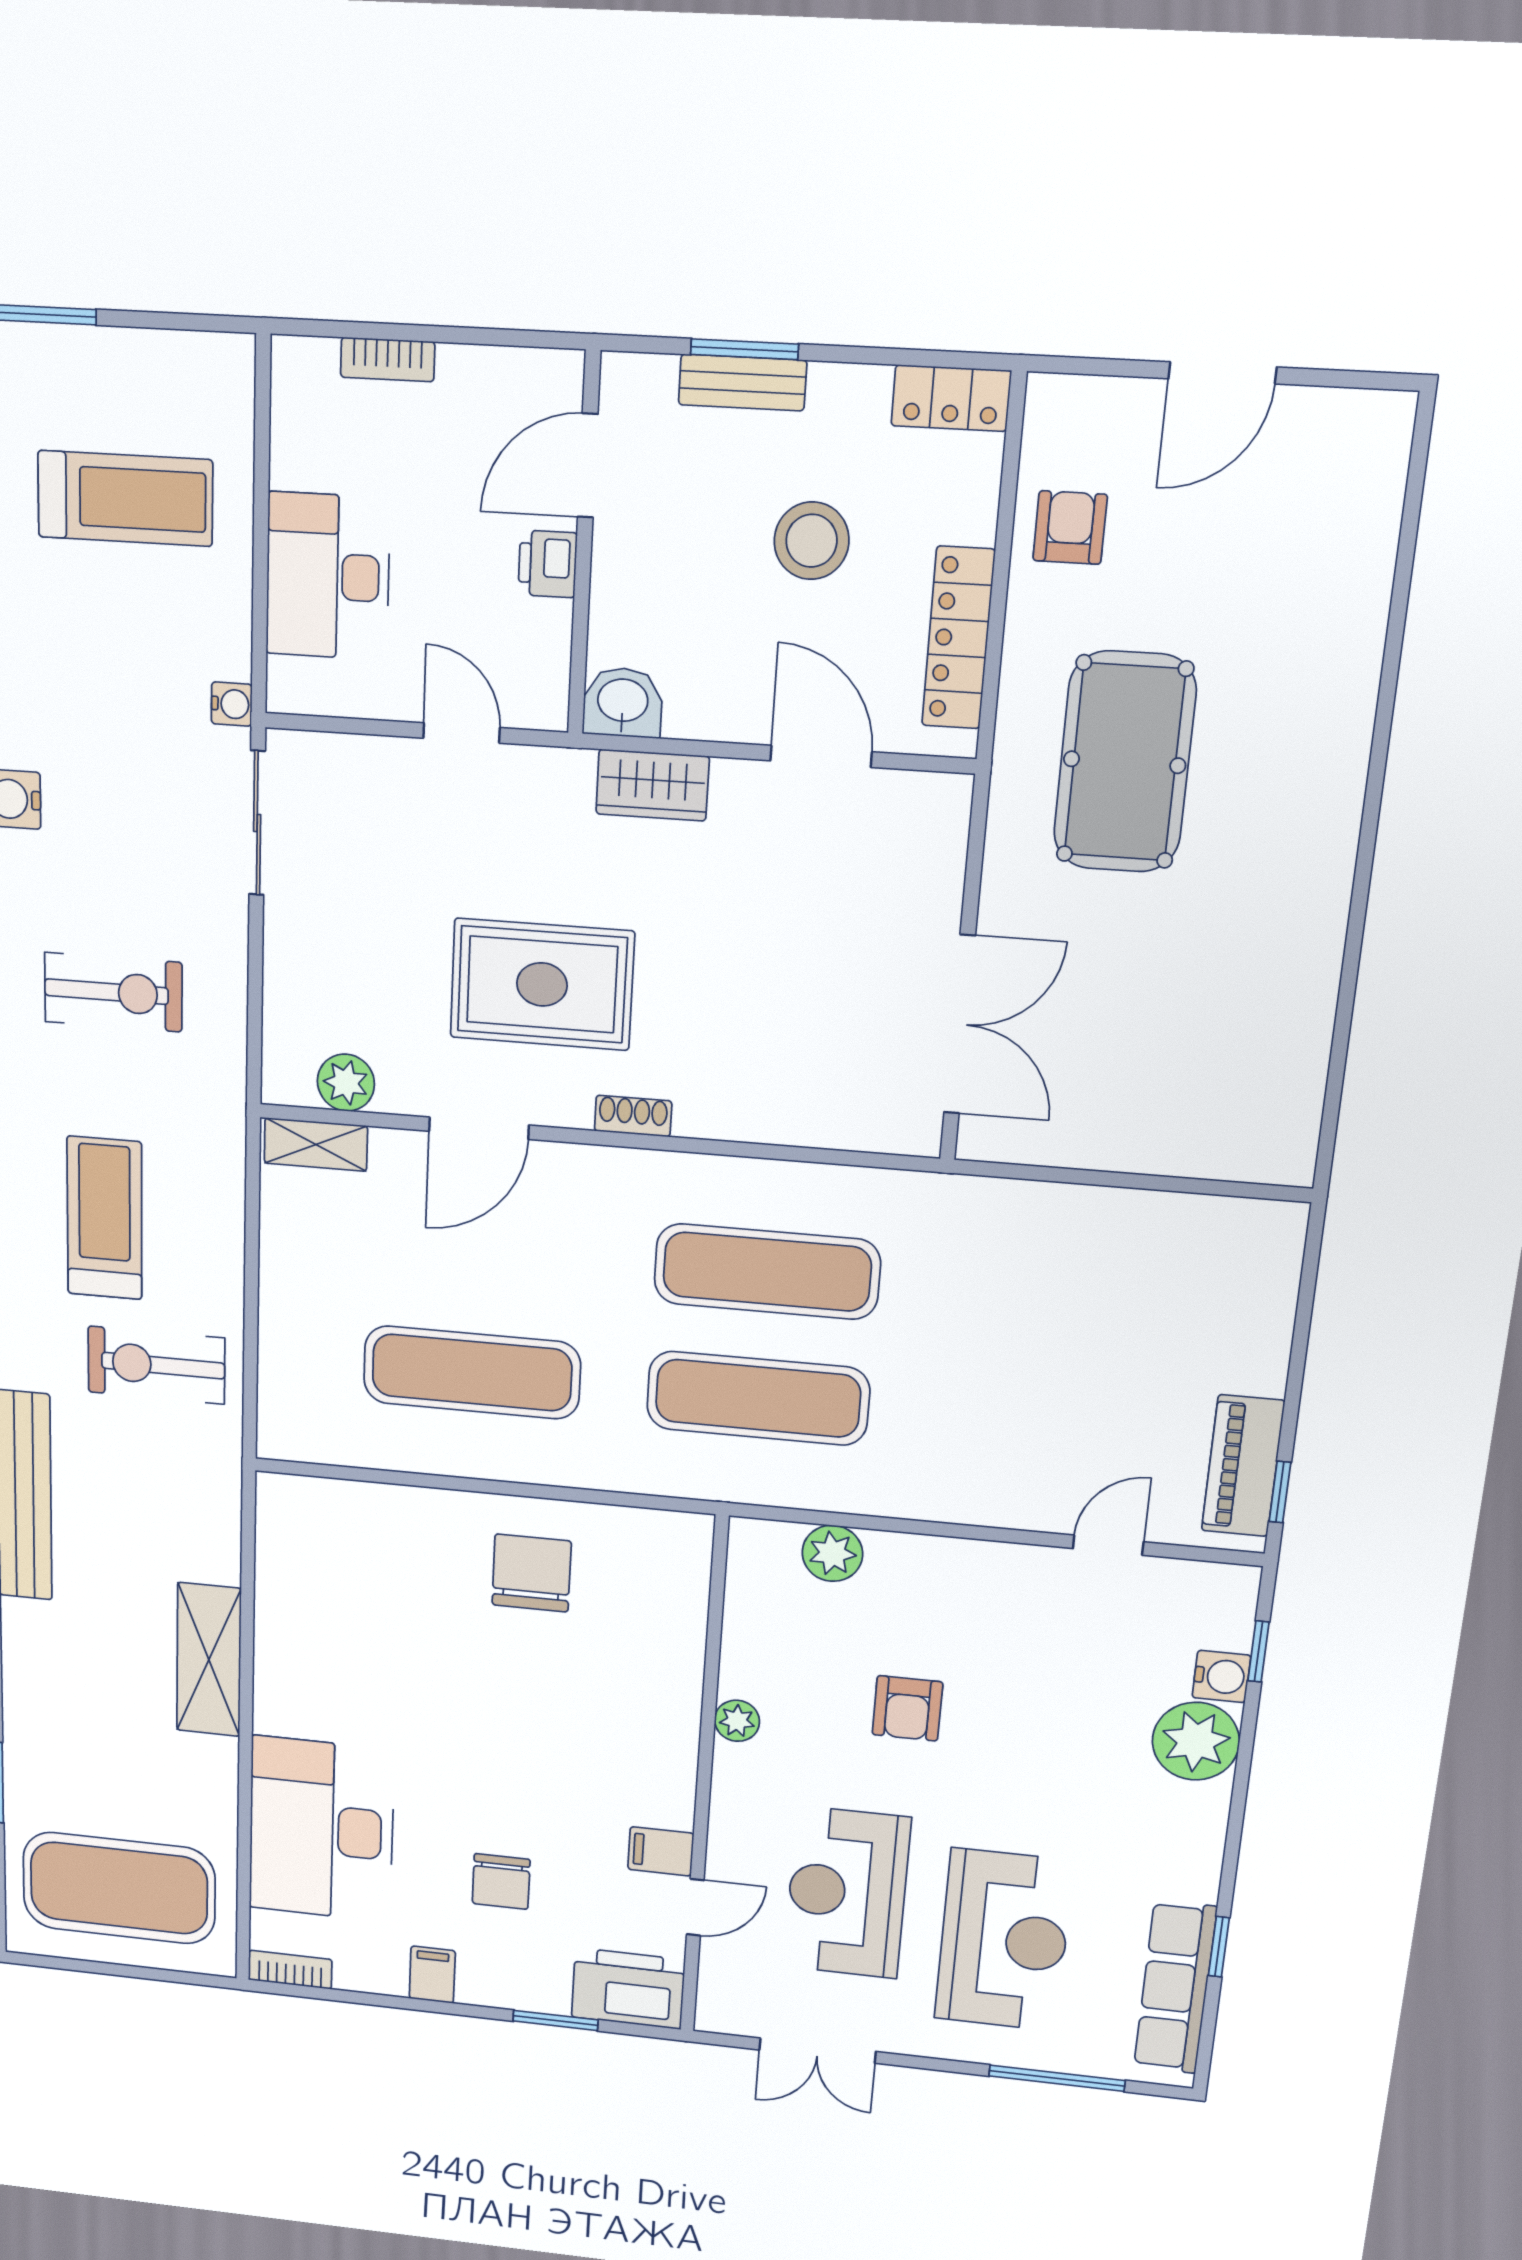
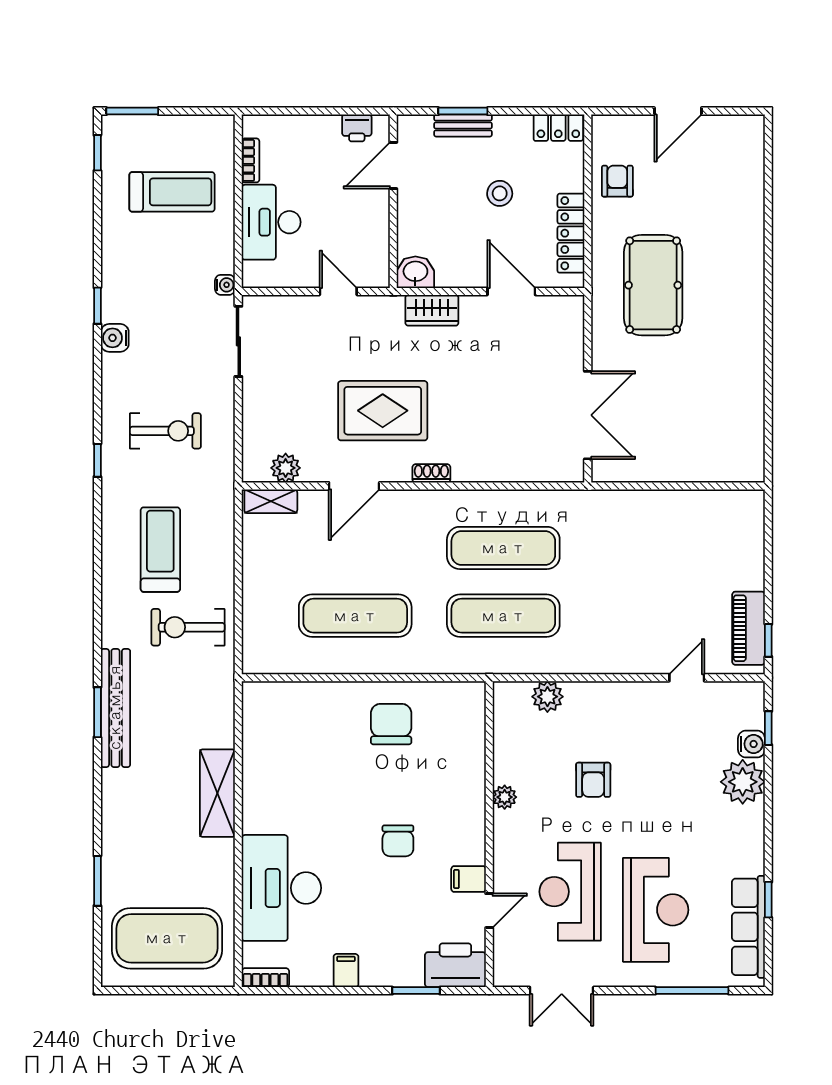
bookcase: (388, 360) -> (251, 160), moved, turned -90
stool: (812, 541) -> (500, 193), width x0.73, depth x0.73
printer: (548, 564) -> (357, 128), moved, turned -90
chair: (501, 1882) -> (398, 841), moved

